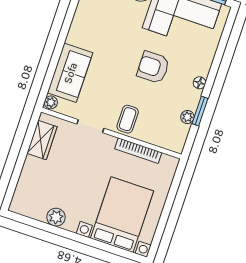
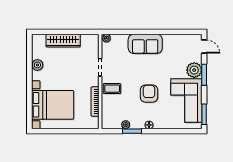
sofa: (70, 73) -> (145, 44), moved
wardrobe: (42, 140) -> (63, 41), moved, width x1.50

